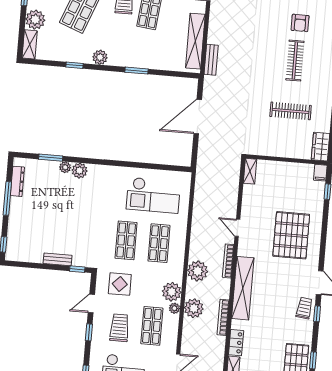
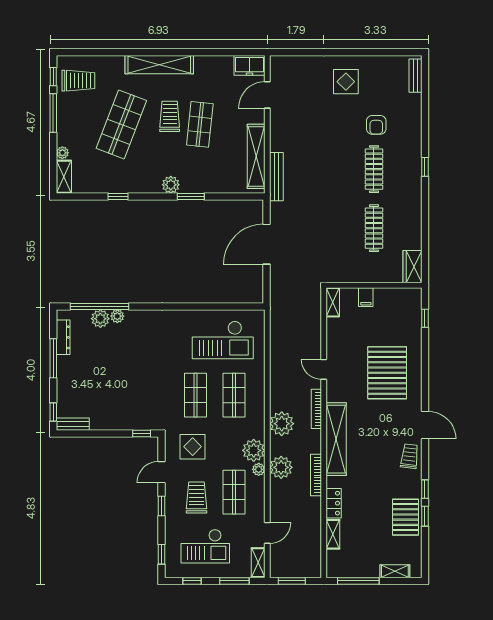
plant: (35, 20) -> (62, 153), width x0.53, depth x0.53
plant: (100, 57) -> (171, 185), moved
bench: (211, 60) -> (276, 177), width x1.36
clothes rail: (291, 111) -> (374, 228), turned 90
window: (51, 158) -> (100, 306), width x2.11
plant: (80, 171) -> (100, 319), moved
filing cabinet: (320, 173) -> (366, 297), moved
bench: (58, 259) -> (73, 424), moved
window: (317, 314) -> (425, 489), moved

